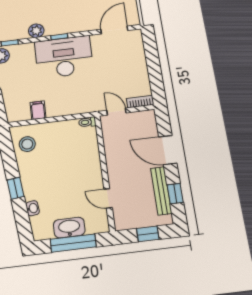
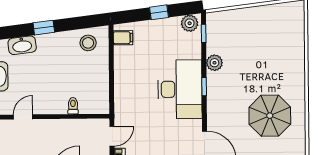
filing cabinet: (38, 110) -> (123, 38), moved
toilet: (87, 122) -> (73, 106), moved
washbasin: (33, 208) -> (22, 45), width x1.91, depth x1.45

